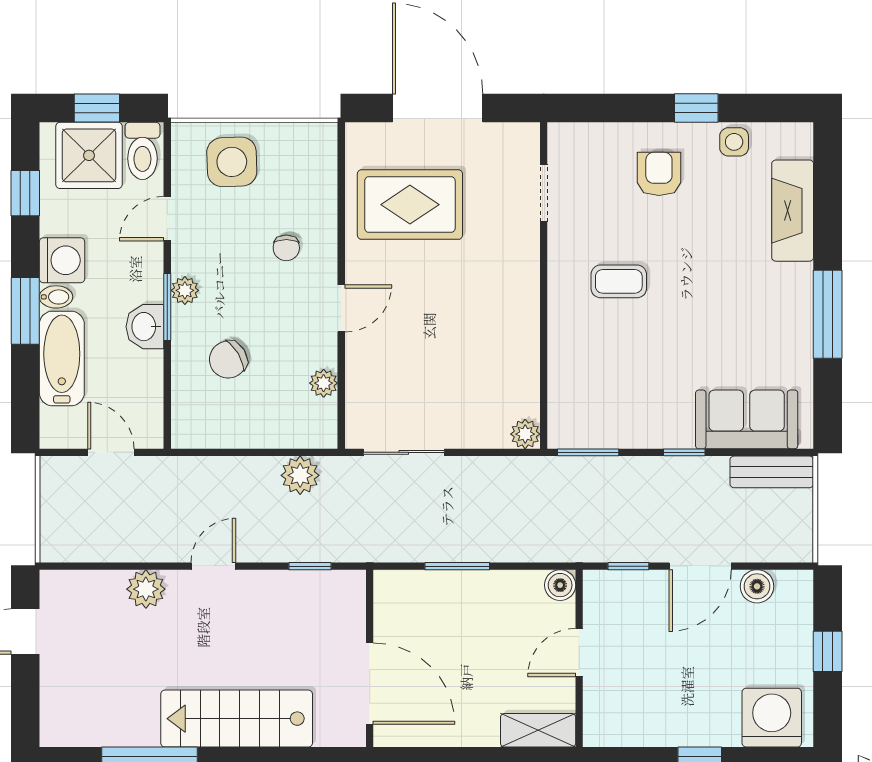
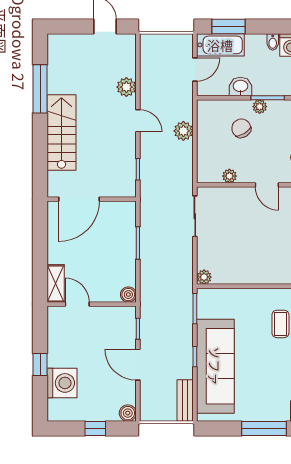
plant: (185, 290) -> (260, 107), moved
window: (25, 311) -> (229, 27), moved
washbasin: (145, 327) -> (240, 87), moved
bathtub: (62, 359) -> (220, 45), moved
sofa: (747, 419) -> (215, 366), width x1.85, depth x1.27
plant: (300, 475) -> (183, 131), moved
boiler: (757, 586) -> (128, 413), moved
door: (579, 653) -> (77, 304), moved
washing machine: (772, 718) -> (62, 383), moved

